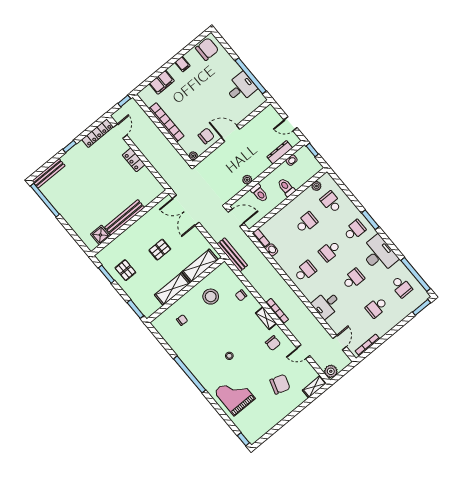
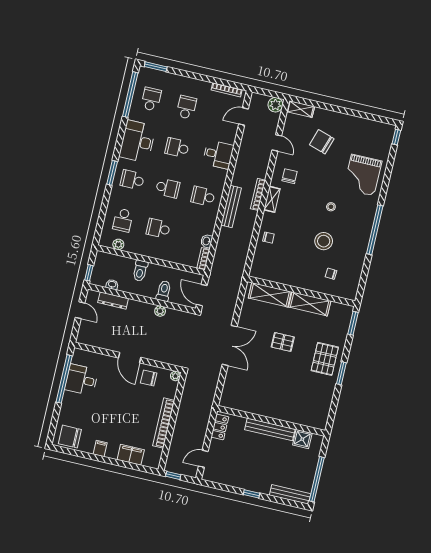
locker: (98, 133) -> (220, 478), removed
bench: (125, 217) -> (270, 429), moved
wall: (130, 223) -> (271, 421), moved
shower: (100, 235) -> (302, 439), moved
bench: (232, 255) -> (231, 207), moved
pallet: (125, 270) -> (325, 359), width x1.50, depth x1.42
stool: (211, 297) -> (324, 241), moved
school desk: (377, 307) -> (186, 107), turned -90

